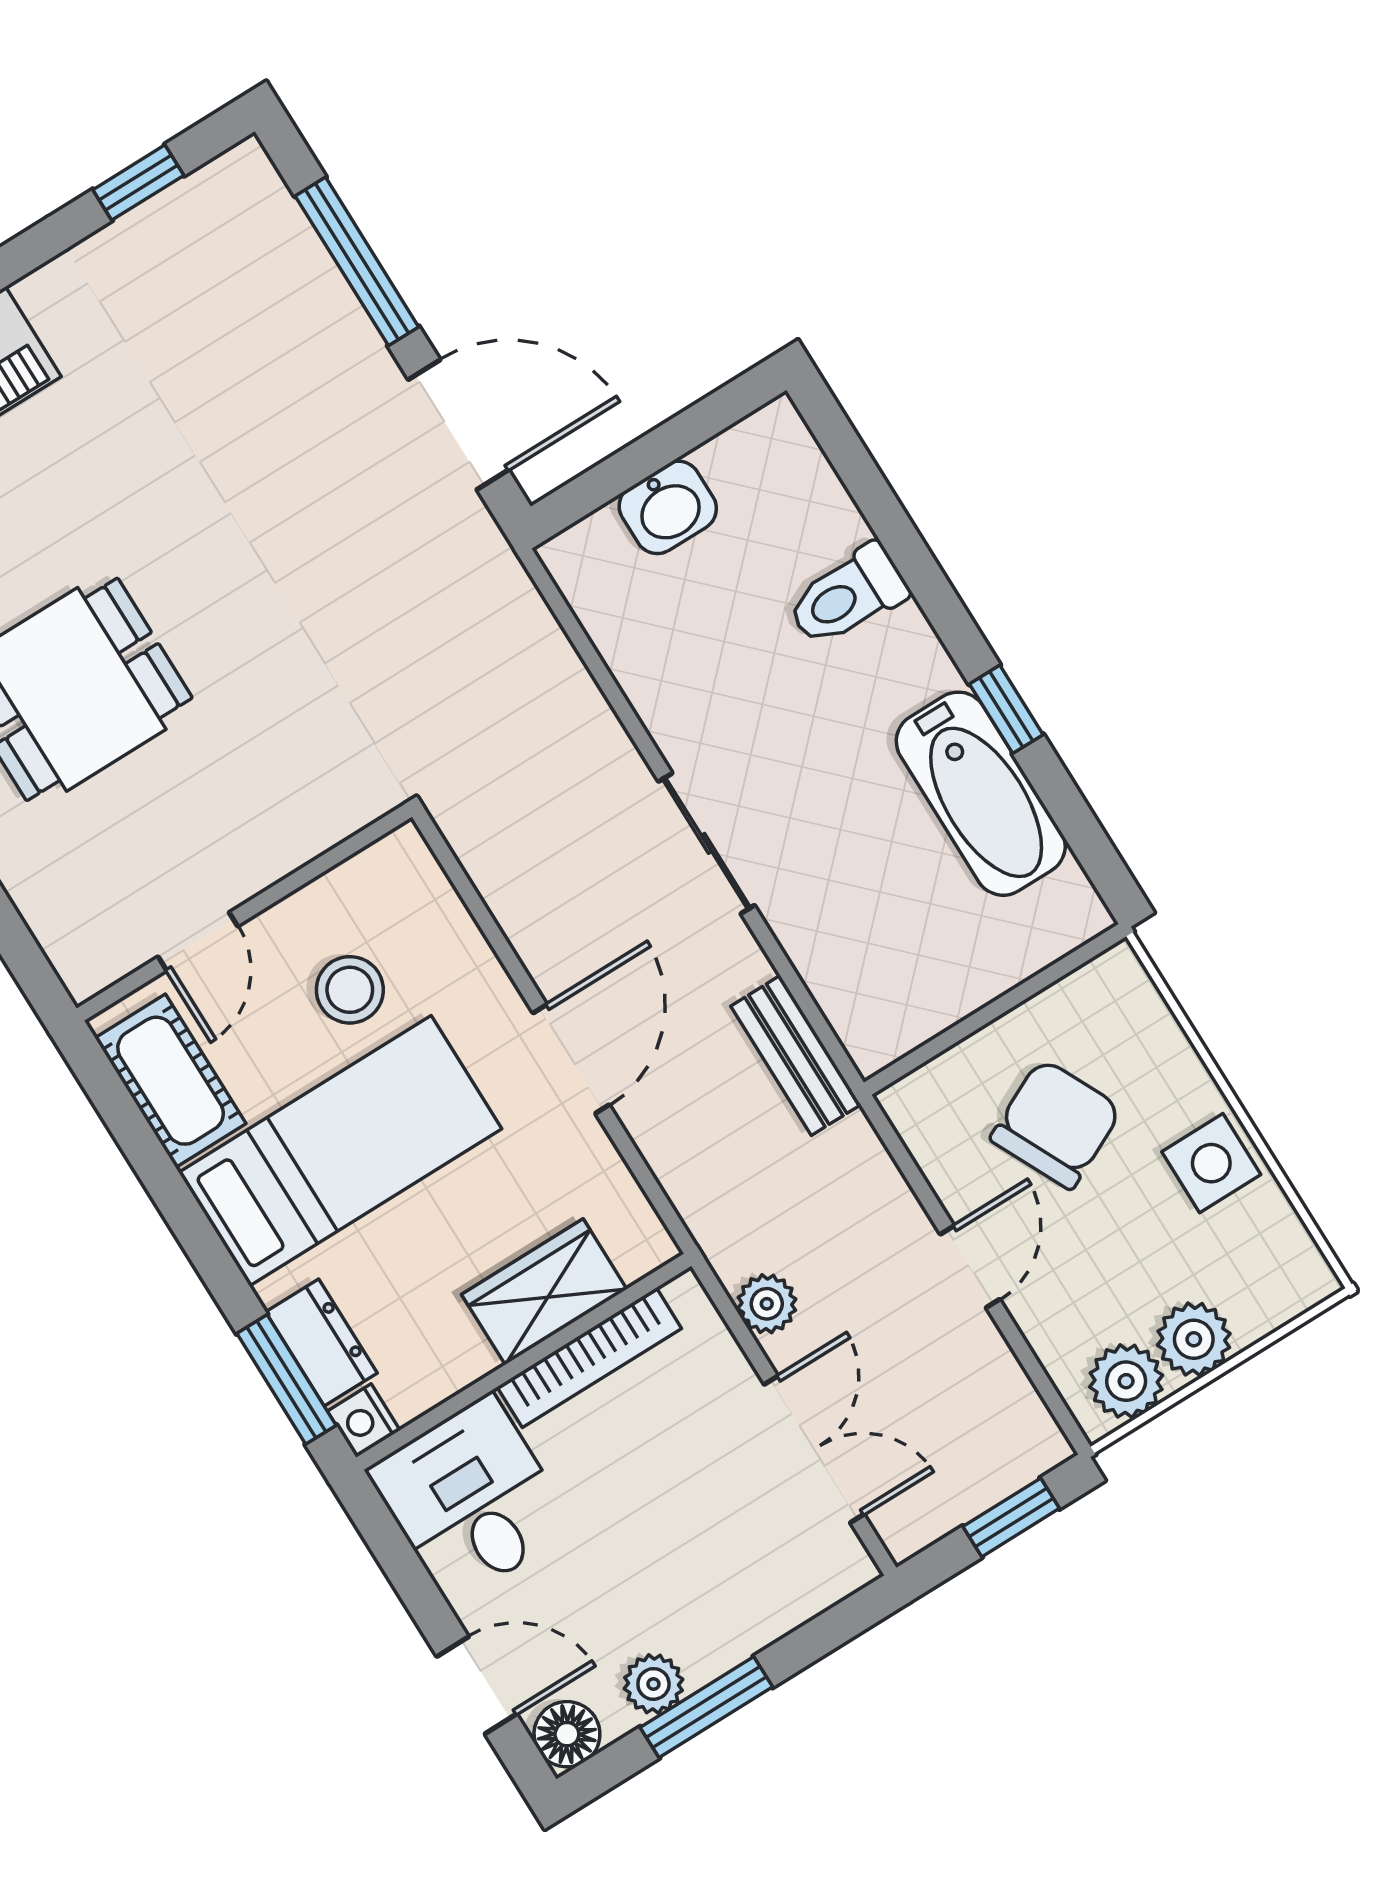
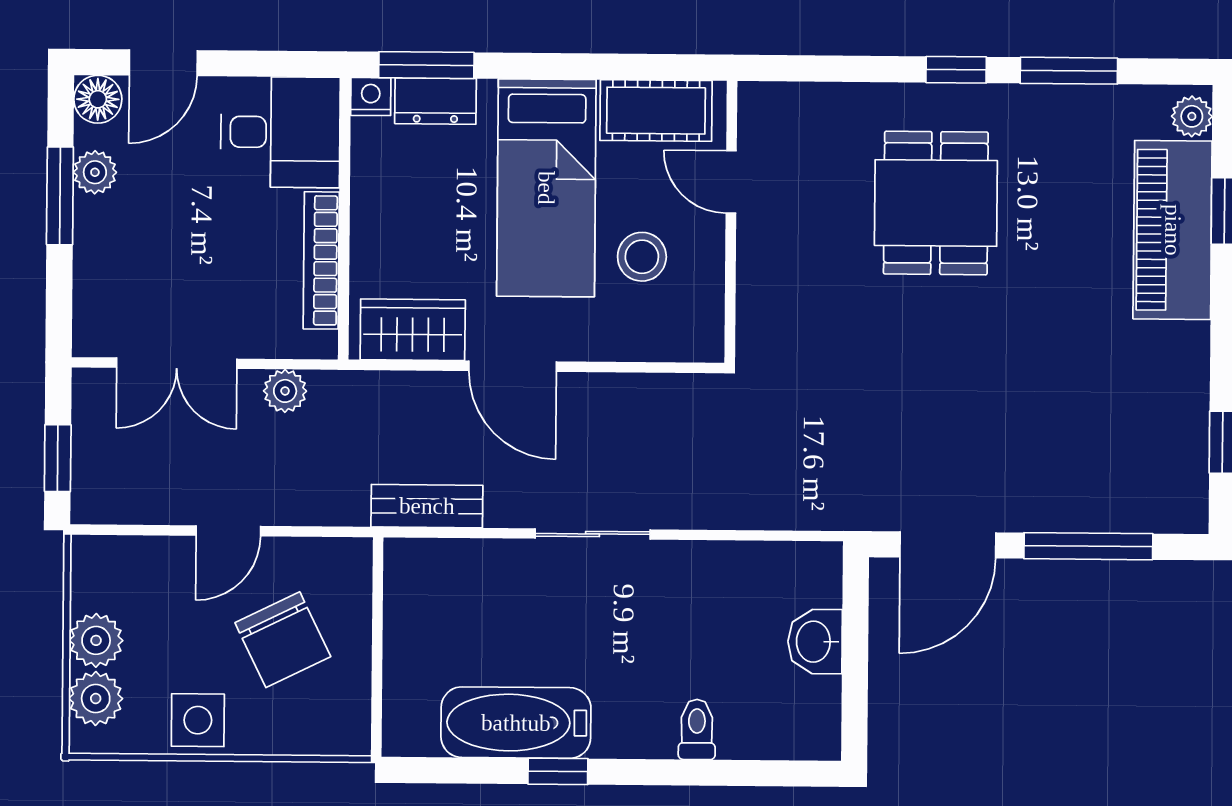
toilet: (847, 596) -> (697, 729), width x0.73, depth x0.72
door: (970, 1267) -> (228, 531), hinge flipped
wardrobe: (544, 1292) -> (413, 330), moved, turned -90
plant: (1126, 1381) -> (96, 698), moved

